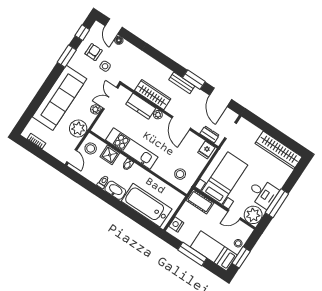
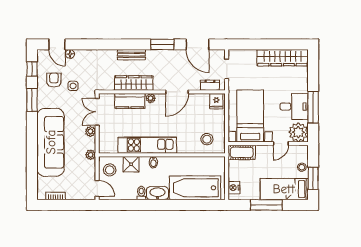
bench: (182, 83) -> (131, 55), moved
door: (181, 123) -> (177, 92), hinge flipped
plant: (78, 129) -> (91, 155), width x0.53, depth x0.53

